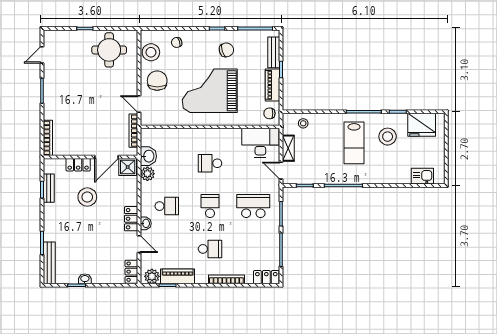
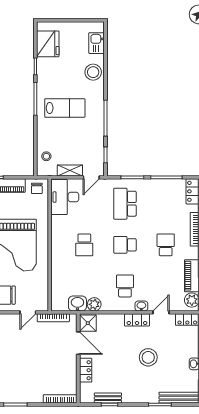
stool: (388, 137) -> (93, 72), moved
stool: (87, 197) -> (148, 357), moved

